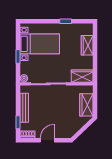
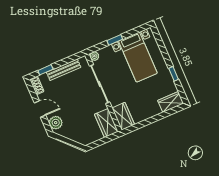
wardrobe: (87, 45) -> (171, 102), moved
wardrobe: (86, 105) -> (106, 123), moved, turned -90
plant: (64, 132) -> (56, 123), added

